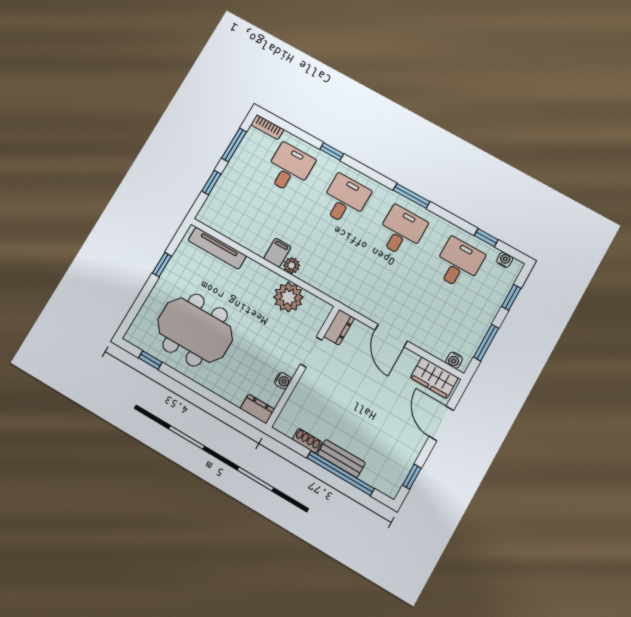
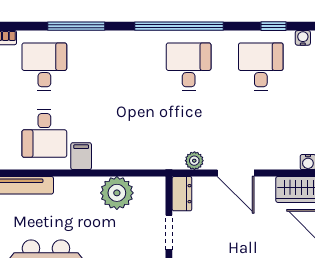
window: (332, 152) -> (76, 26), width x2.17
window: (412, 196) -> (179, 26), width x2.11
desk: (345, 200) -> (44, 133), moved, turned 180
plant: (292, 266) -> (194, 161), moved

